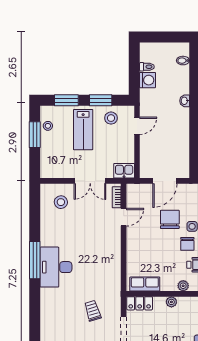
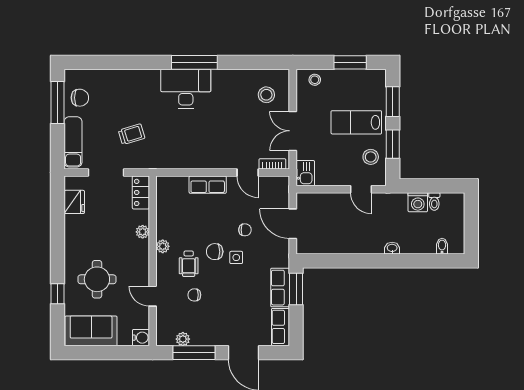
stool: (48, 126) -> (315, 80), moved
chair: (170, 219) -> (245, 230), width x0.54, depth x0.54
row of seats: (145, 284) -> (208, 185), moved, turned 90

